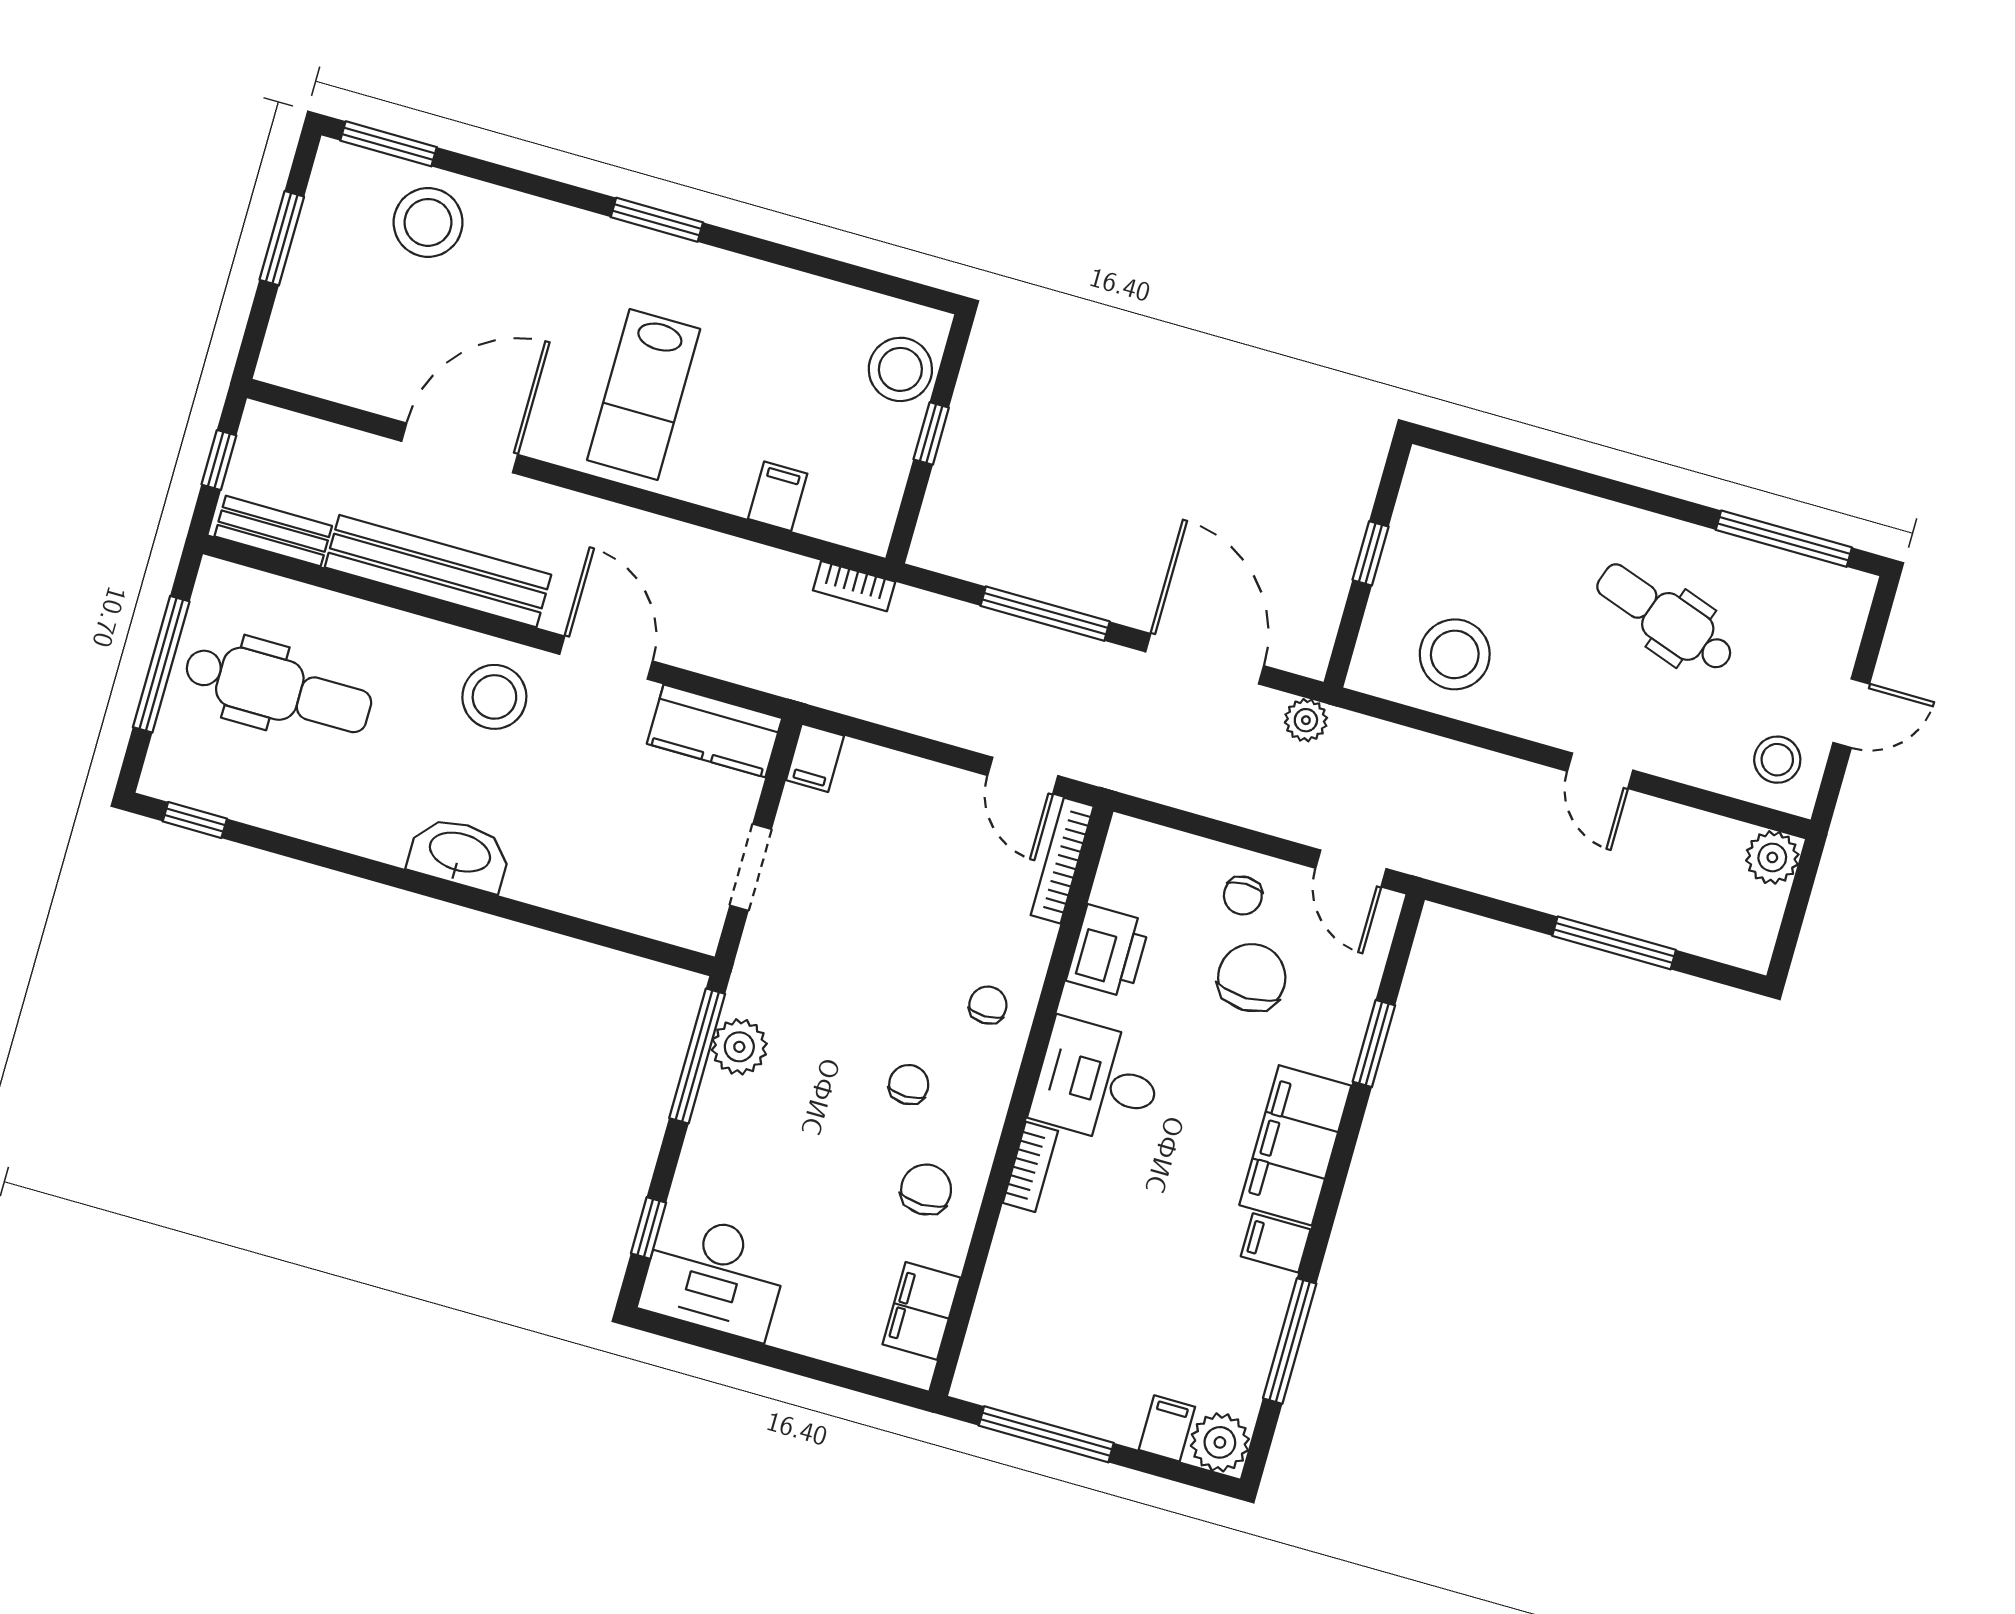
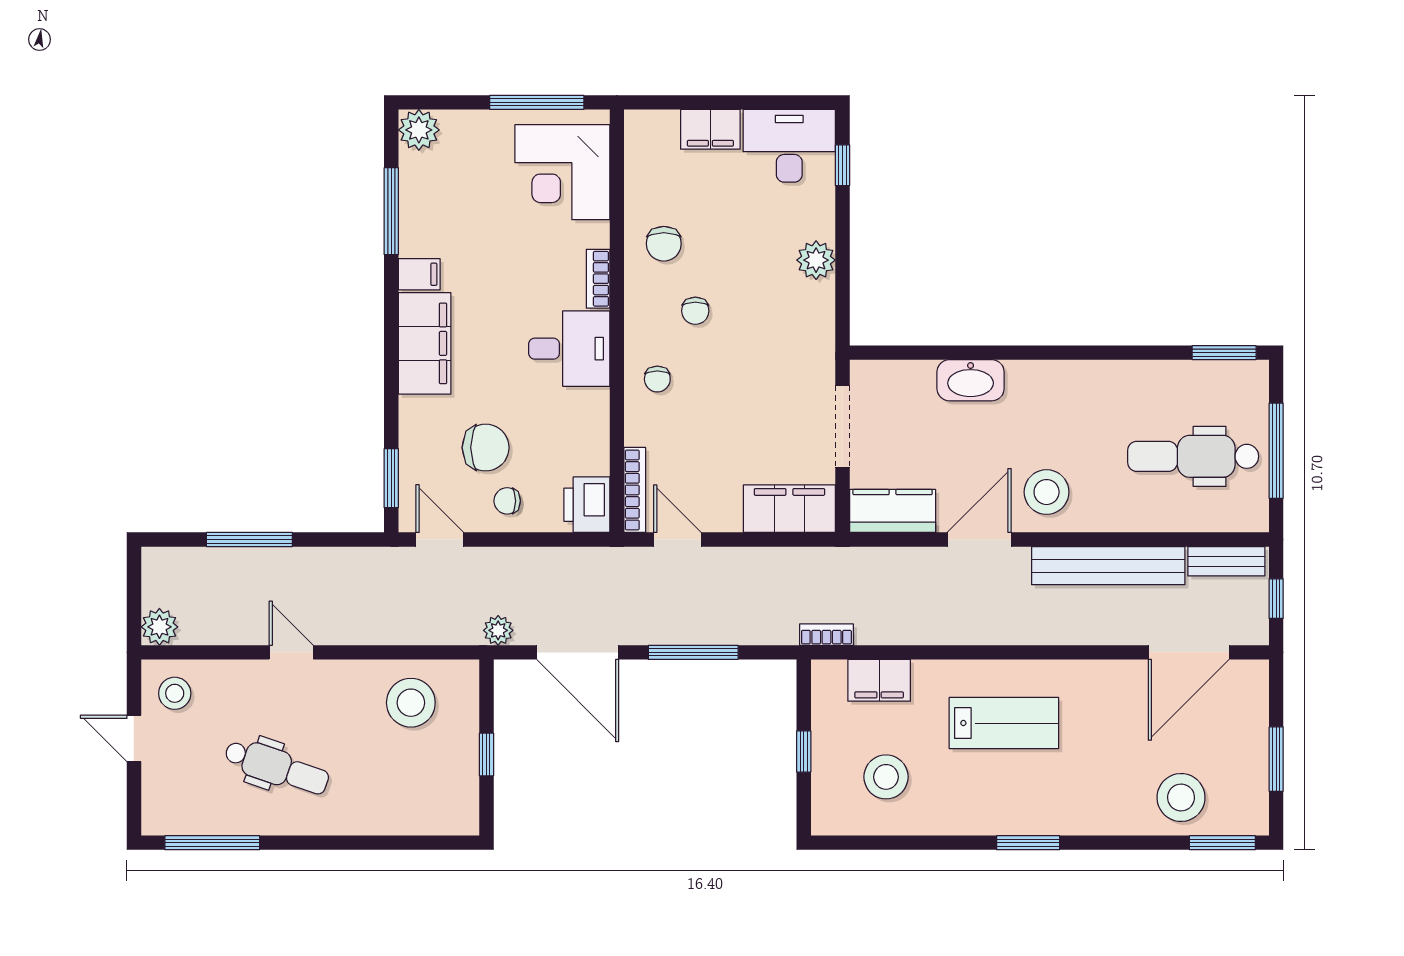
stool: (900, 369) -> (886, 777), moved
lab bench: (644, 395) -> (1004, 723), turned 90
door: (460, 448) -> (1189, 652), moved
filing cabinet: (778, 496) -> (879, 680), width x2.00
door: (606, 658) -> (979, 540), swing flipped
door: (1851, 713) -> (134, 738), hinge flipped
filing cabinet: (815, 758) -> (789, 509), width x3.00, depth x1.17
window: (195, 820) -> (1224, 353), width x1.50
washbasin: (459, 854) -> (971, 380), moved
doorway: (751, 867) -> (843, 426), width x1.38
chair: (1243, 896) -> (507, 501), turned -90
printer: (1108, 951) -> (587, 505), moved
chair: (1252, 978) -> (486, 448), turned -90
window: (1374, 1043) -> (391, 478), moved
plant: (739, 1047) -> (816, 260), moved
window: (697, 1056) -> (843, 290), removed
filing cabinet: (921, 1311) -> (710, 129), moved, turned 90
corner desk: (1038, 1328) -> (562, 172), added
filing cabinet: (1167, 1428) -> (457, 129), removed

